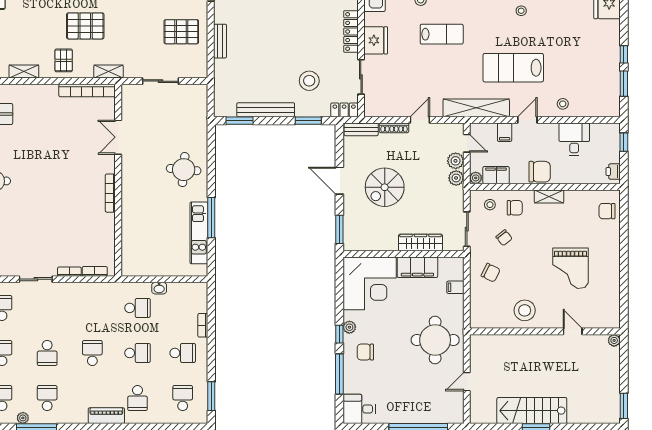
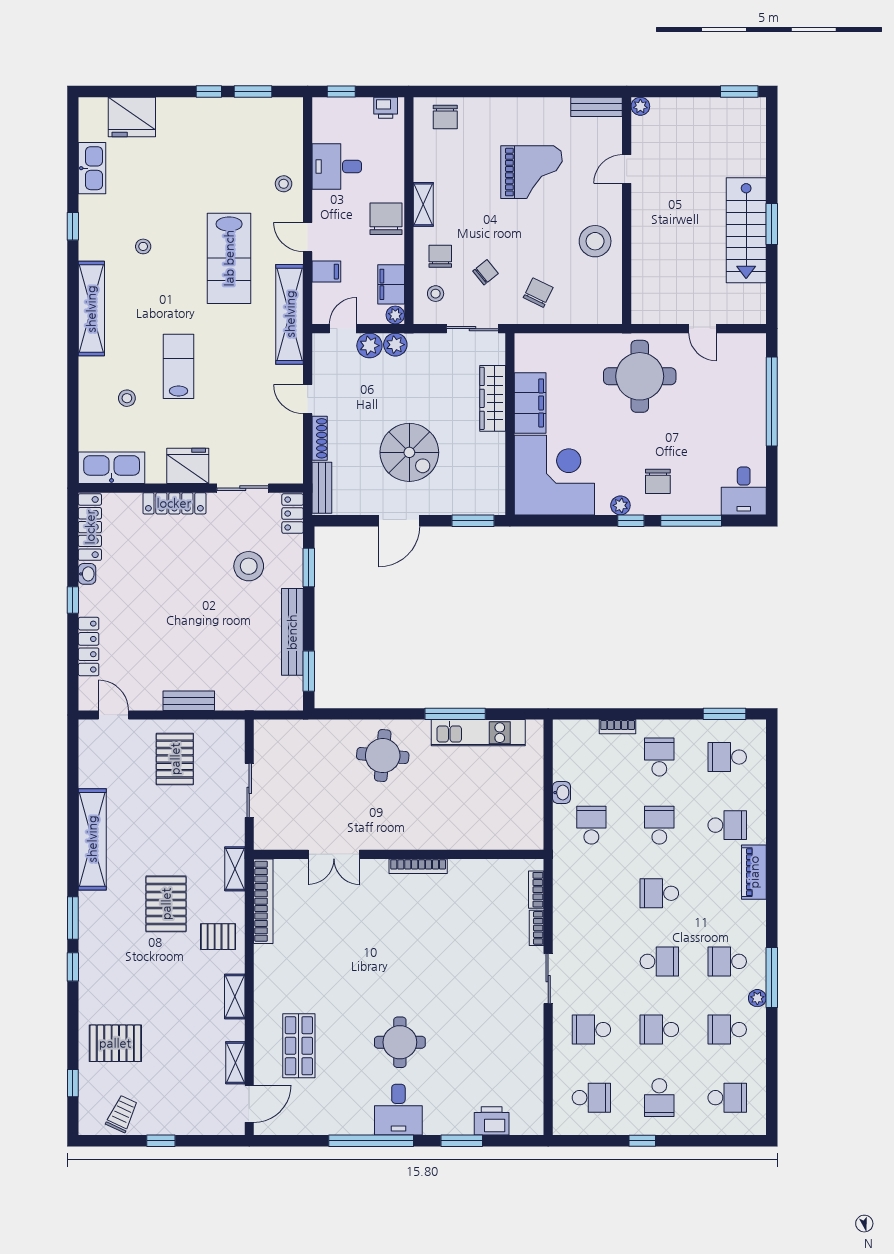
filing cabinet: (455, 287) -> (560, 346), removed
bench: (614, 311) -> (597, 107), added

